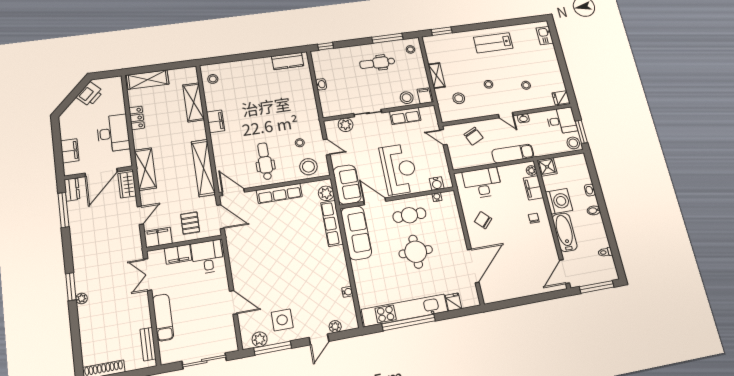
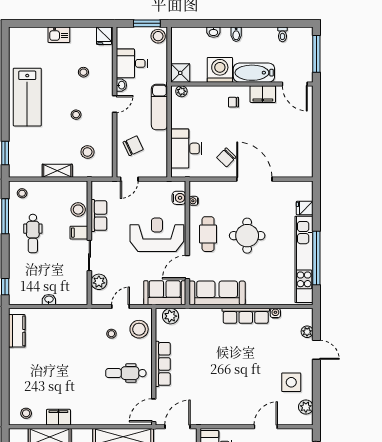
kitchen sink: (545, 36) -> (59, 35), moved
lab bench: (493, 43) -> (27, 97), width x1.36, depth x1.39
filing cabinet: (424, 96) -> (79, 233), moved
filing cabinet: (216, 121) -> (58, 417), moved
desk: (562, 121) -> (132, 63), moved, turned -90
filing cabinet: (533, 188) -> (263, 94), moved
row of seats: (332, 223) -> (246, 316), moved
door: (473, 266) -> (254, 179), moved
window: (273, 348) -> (316, 396), removed

